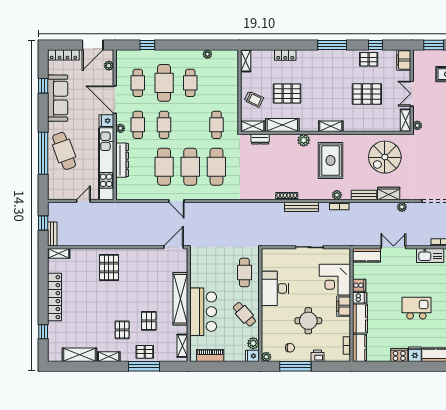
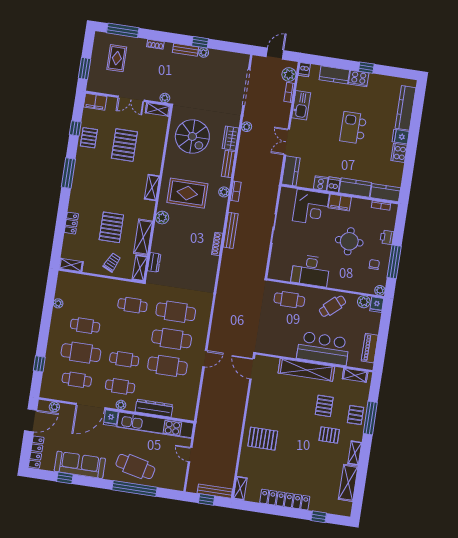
door: (93, 45) -> (31, 420), hinge flipped
cafe table: (64, 151) -> (135, 467), turned 33
bench: (52, 234) -> (215, 491), width x1.36
pallet: (149, 321) -> (324, 406), turned 90

